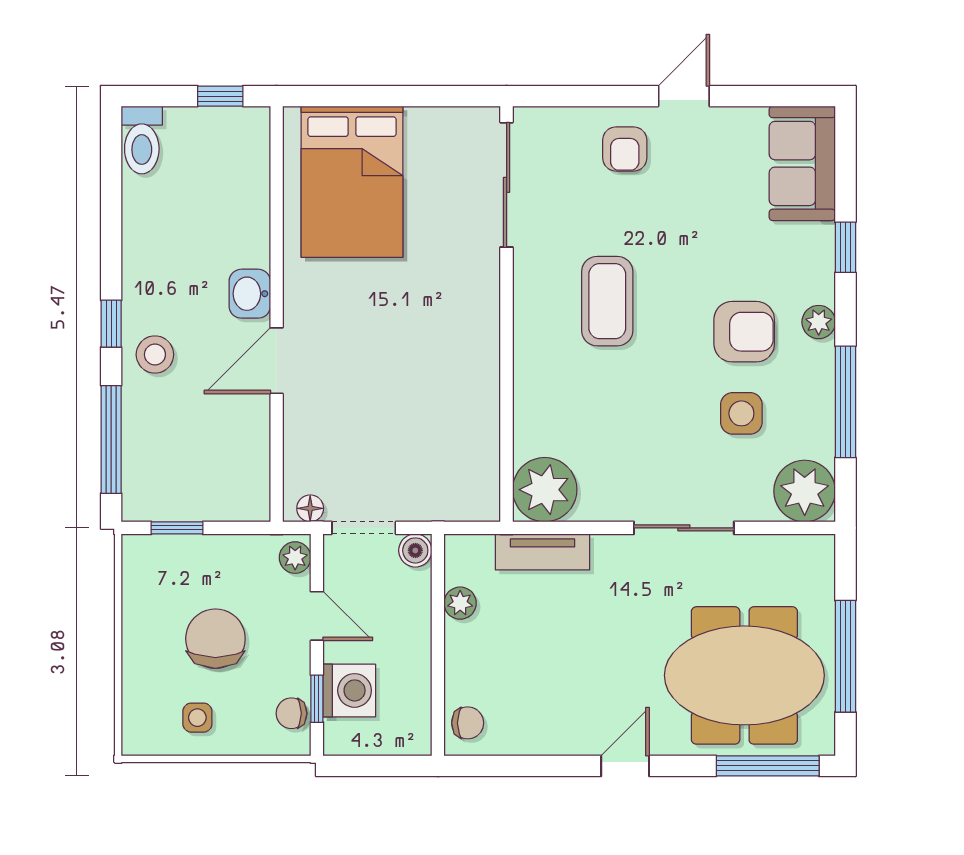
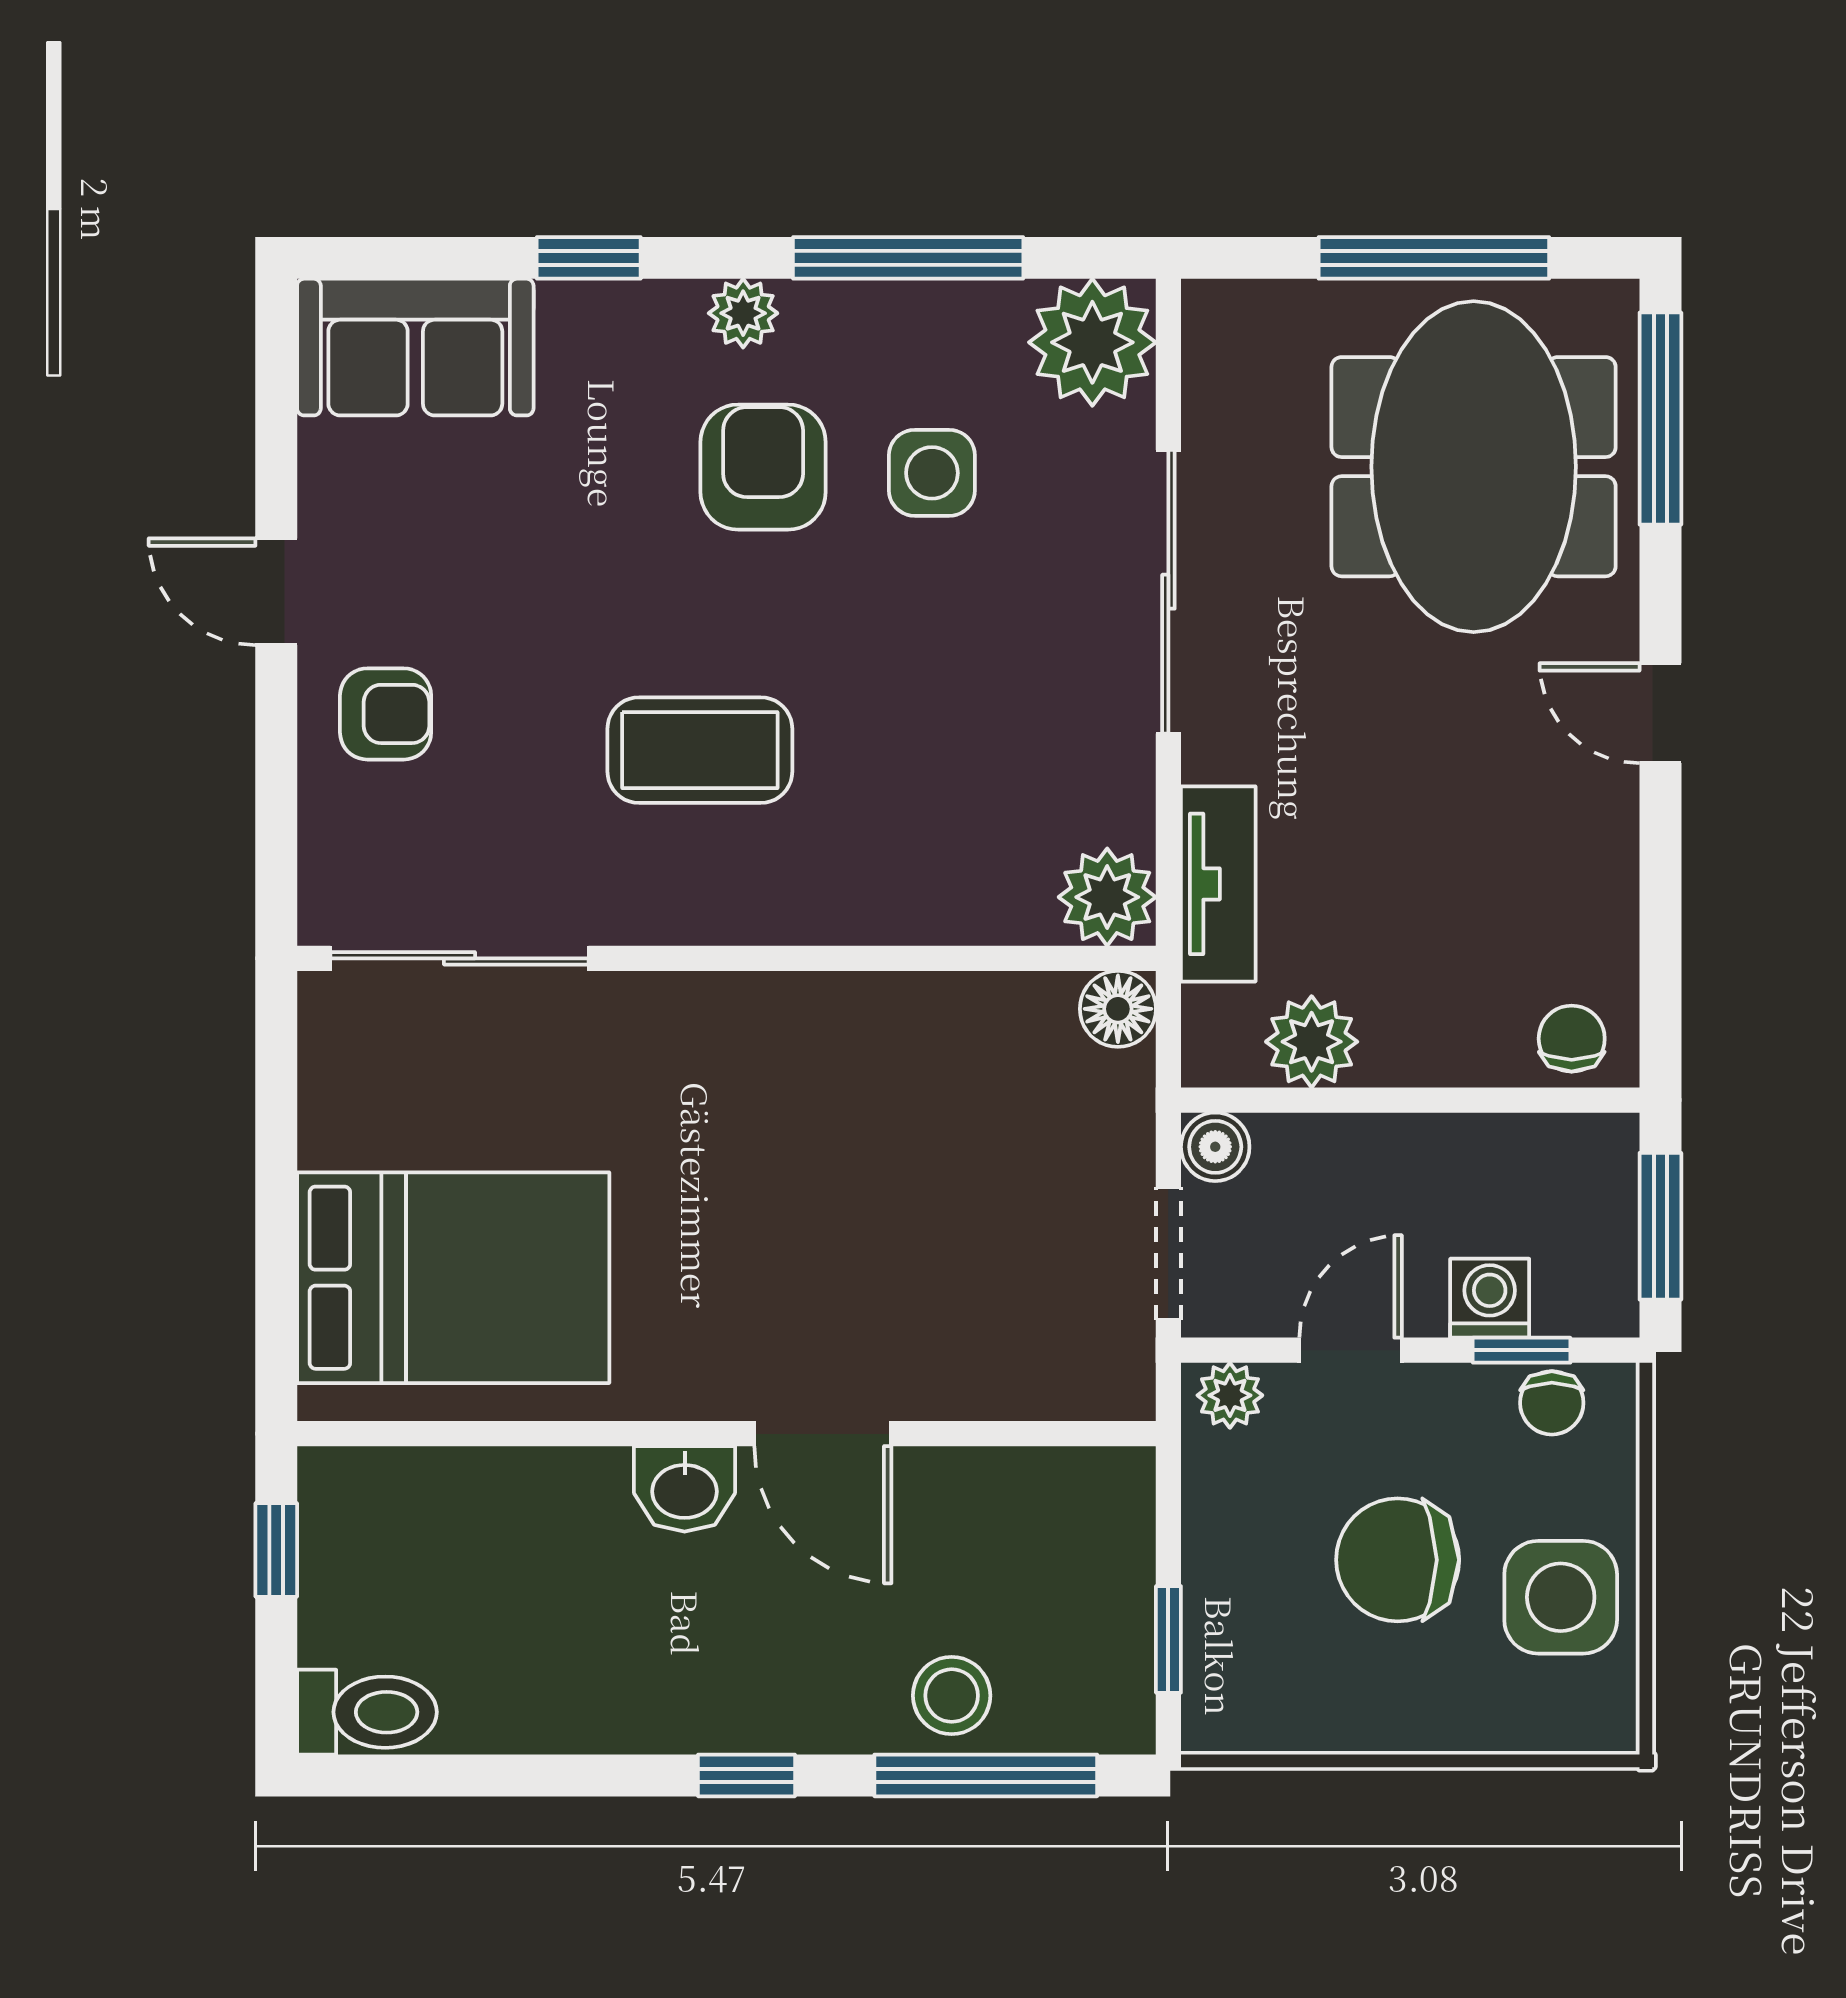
stool: (155, 355) -> (952, 1696), moved
plant: (545, 490) -> (1107, 897), width x0.73, depth x0.73
floor lamp: (310, 508) -> (1118, 1009), moved, width x1.37, depth x1.37
sliding door: (684, 528) -> (1168, 592), width x1.37
plant: (460, 603) -> (1312, 1042), width x1.38, depth x1.38
washing machine: (349, 690) -> (1490, 1298), width x0.73, depth x0.73
side table: (197, 718) -> (1561, 1597), width x1.87, depth x1.87
window: (377, 766) -> (1660, 1226), added

